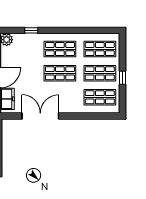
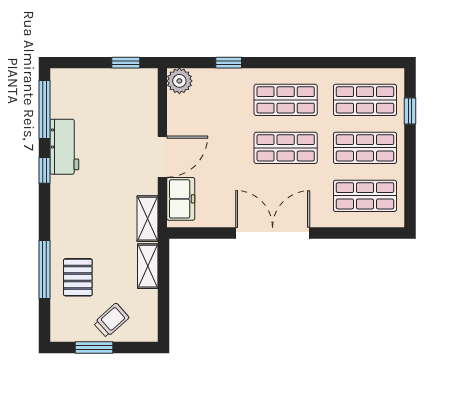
window: (122, 78) -> (410, 111), moved
double door: (40, 116) -> (273, 233), moved

